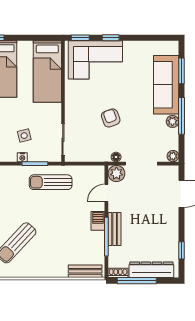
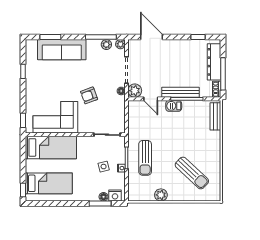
window: (111, 38) -> (23, 71), moved
corner sofa: (95, 60) -> (55, 117), moved, turned -90
window: (182, 116) -> (101, 37), moved
plant: (172, 121) -> (106, 45), moved
sun lounger: (51, 182) -> (145, 158), moved
bench: (115, 229) -> (180, 92), width x1.36

